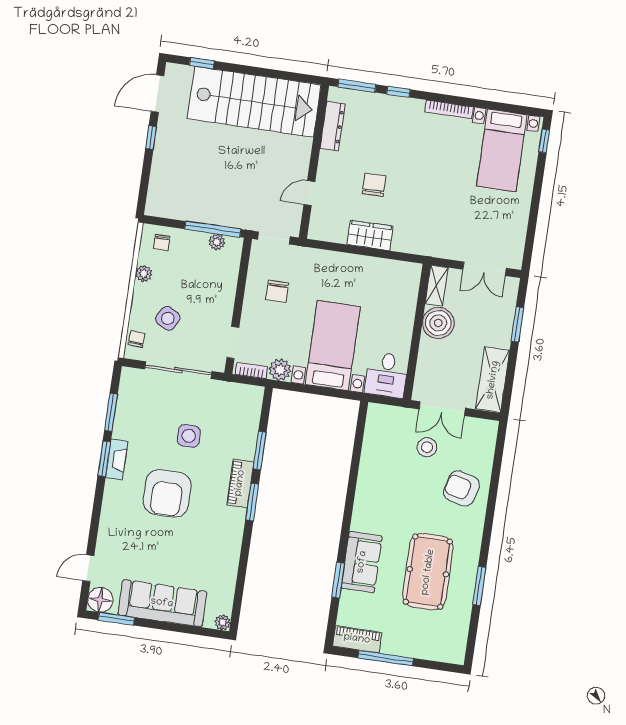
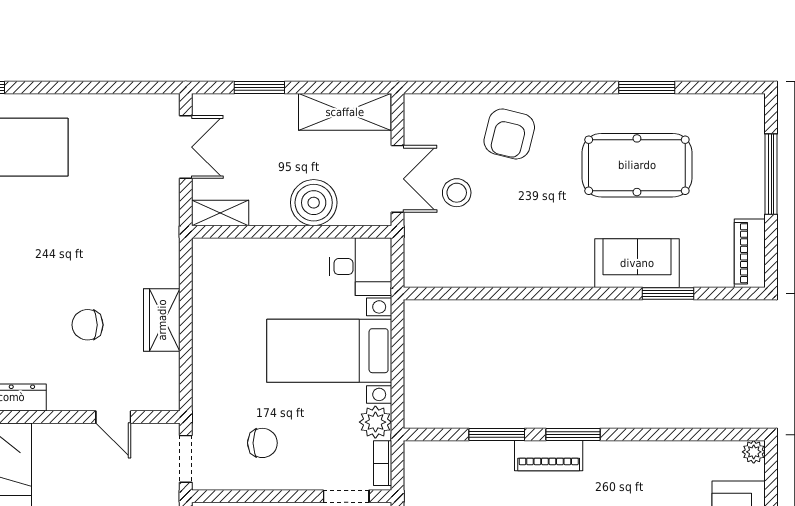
boiler: (438, 323) -> (314, 203), moved
window: (386, 658) -> (771, 174), moved

